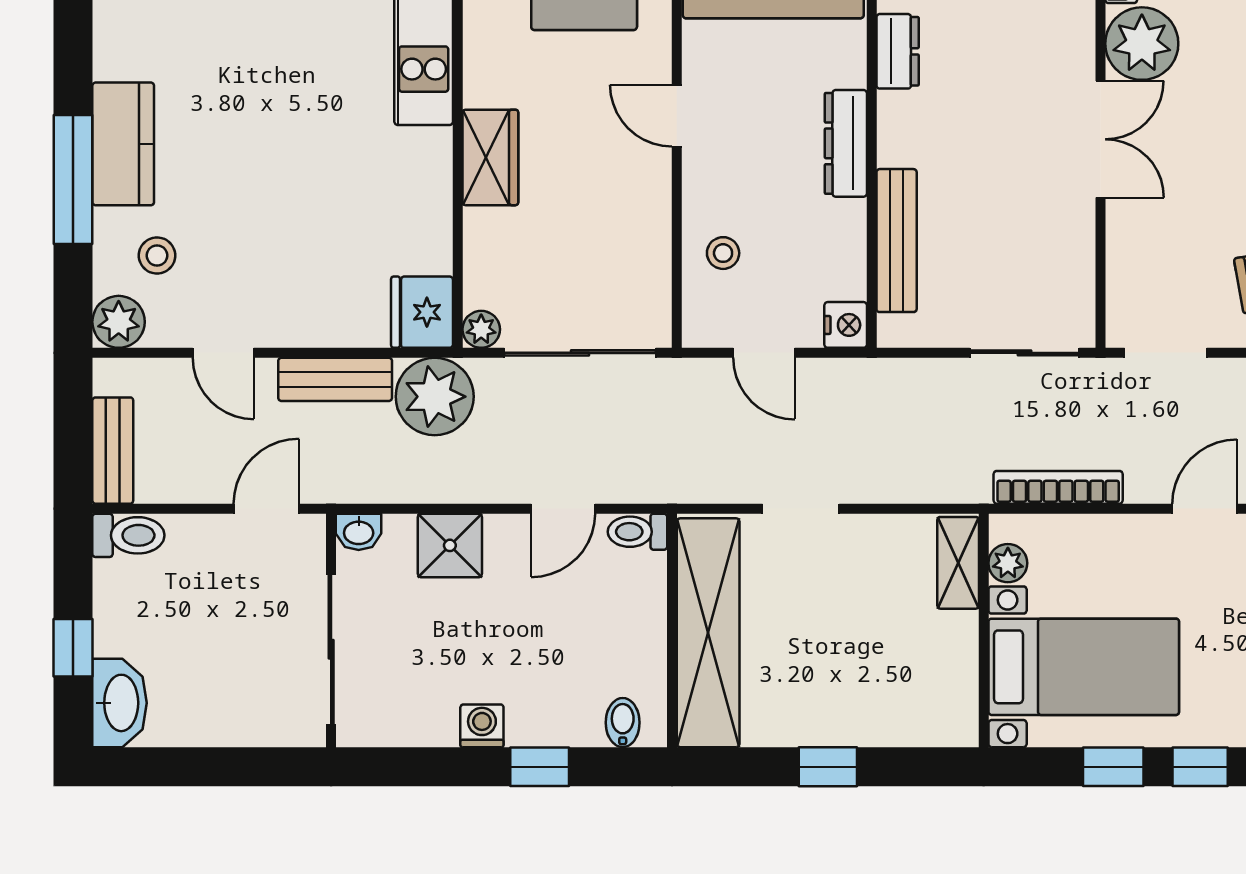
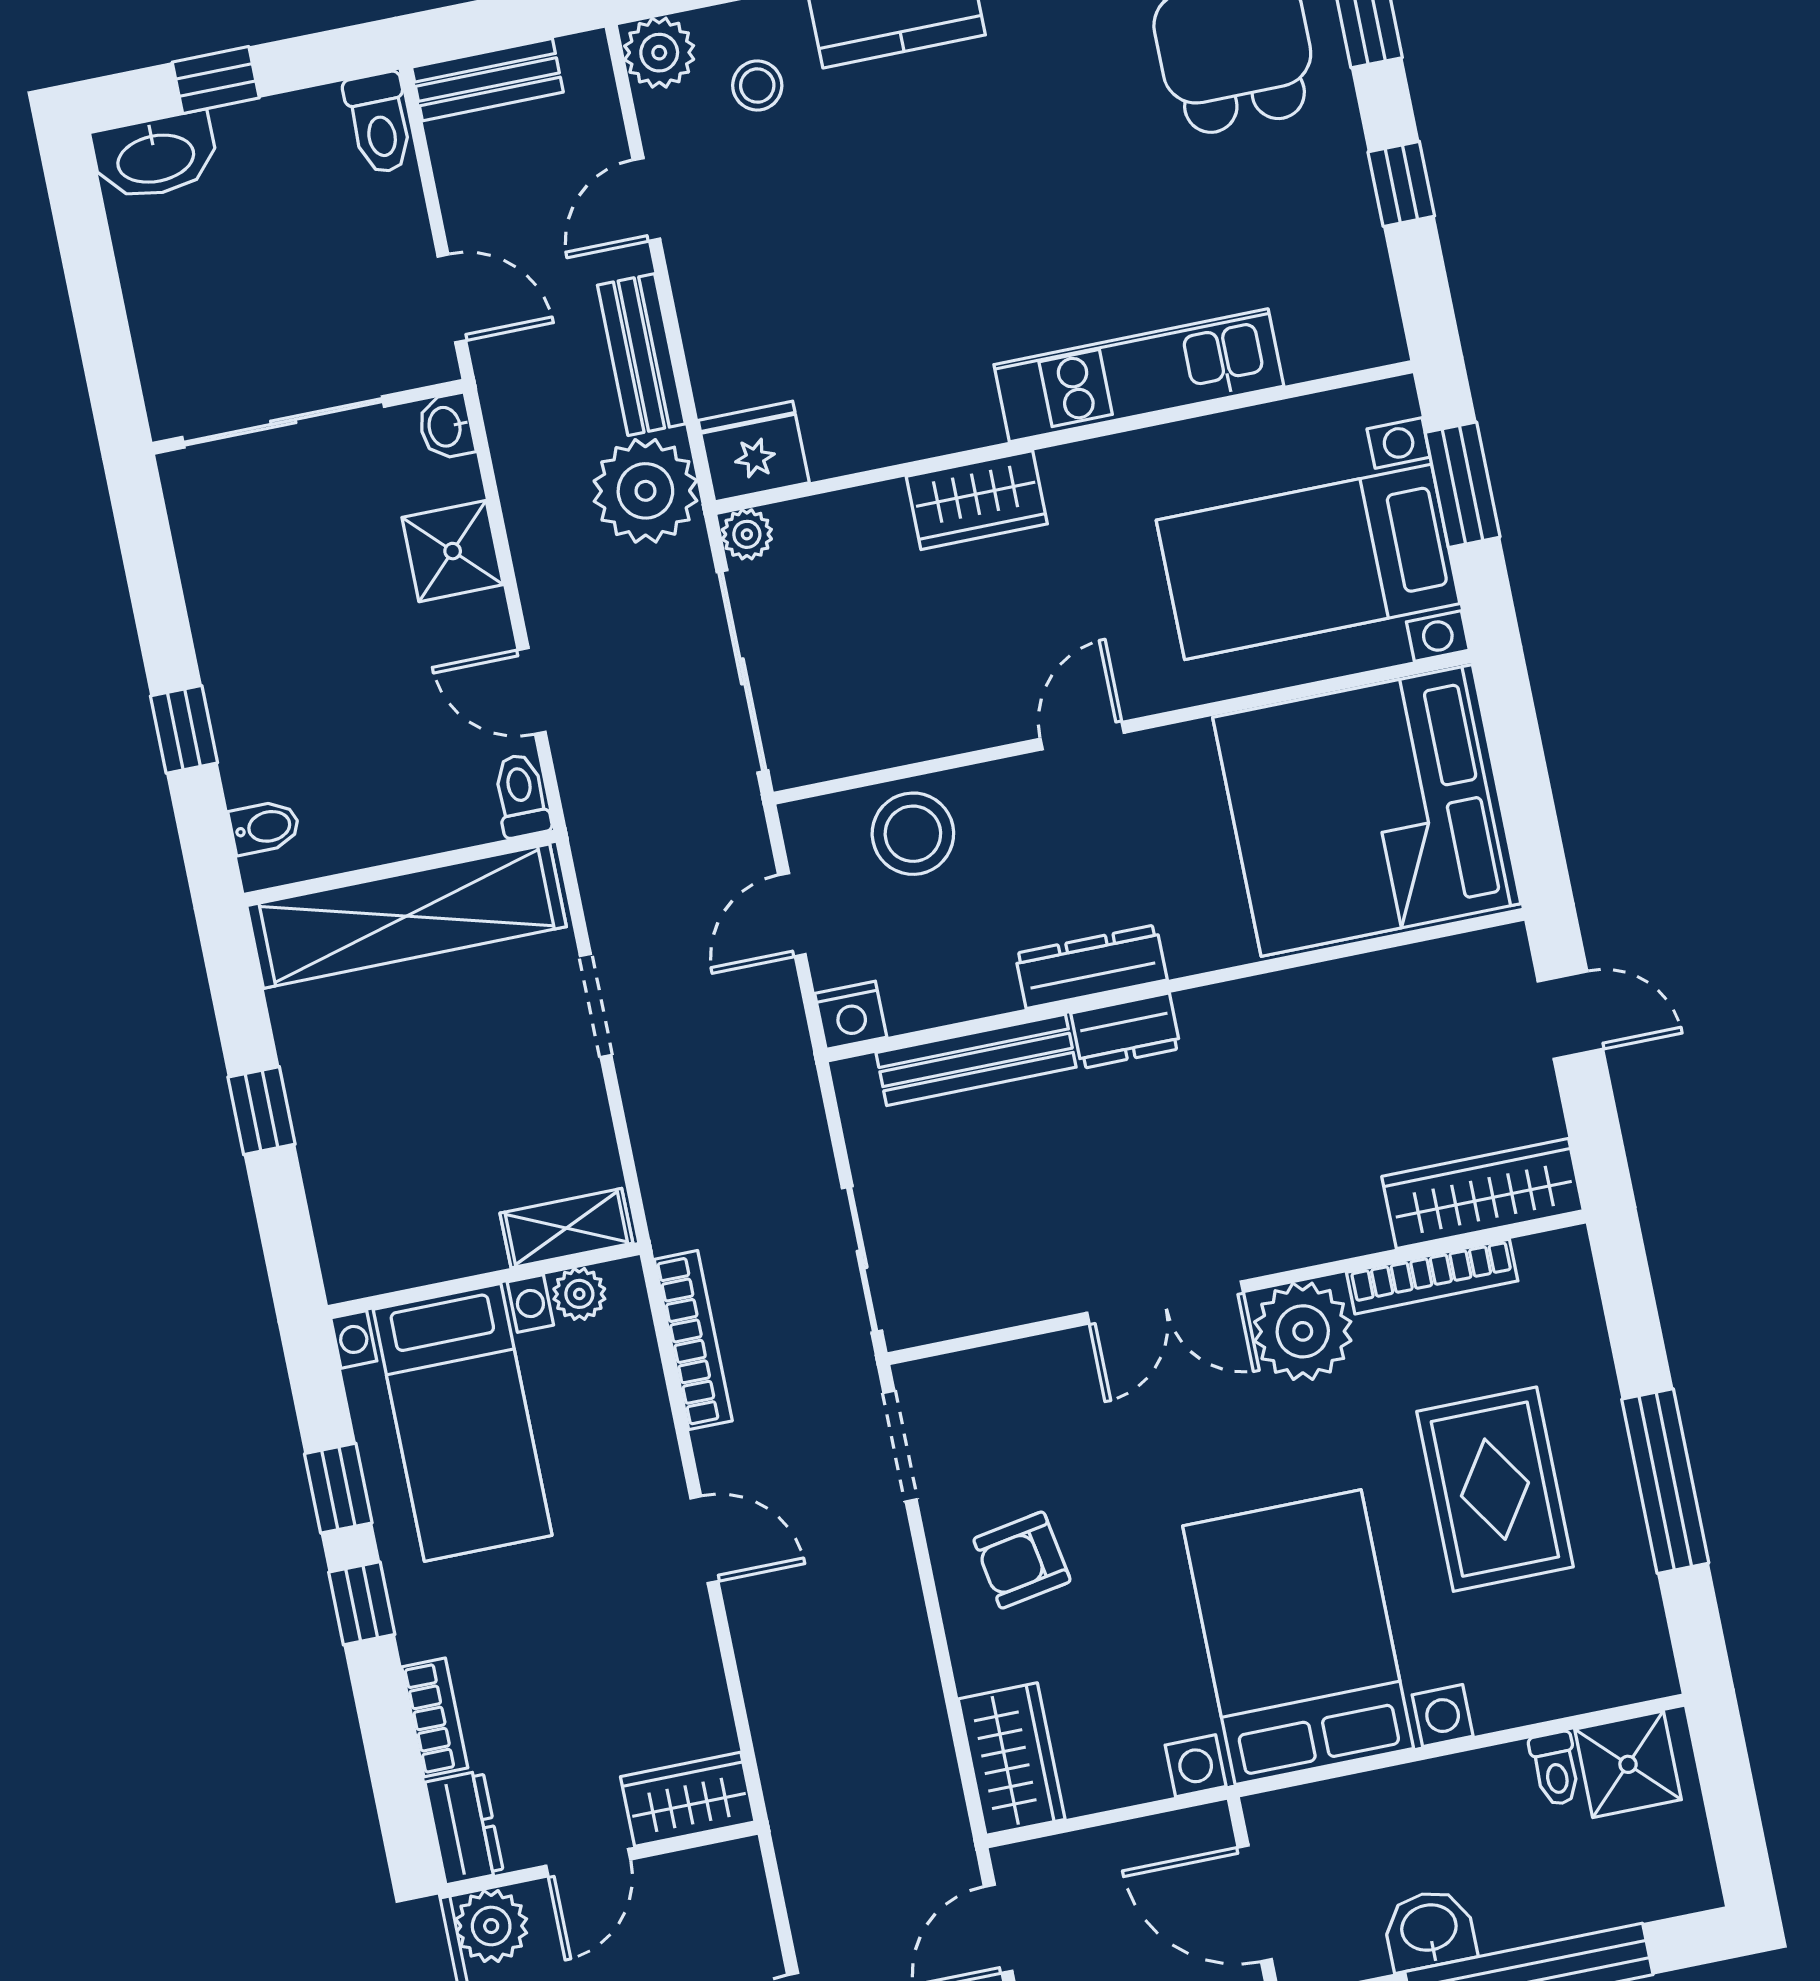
dresser: (898, 51) -> (1126, 1031), moved
stool: (723, 253) -> (913, 834), width x1.89, depth x1.89
washing machine: (482, 726) -> (223, 642), removed

